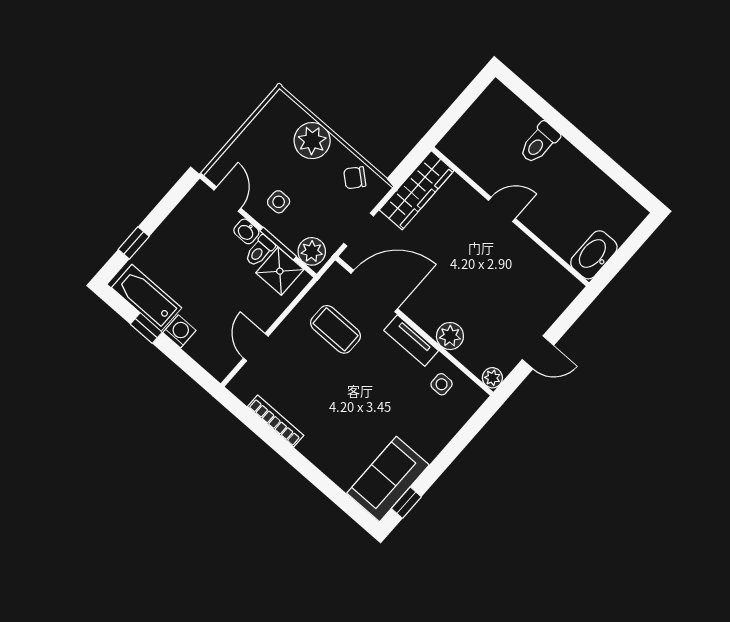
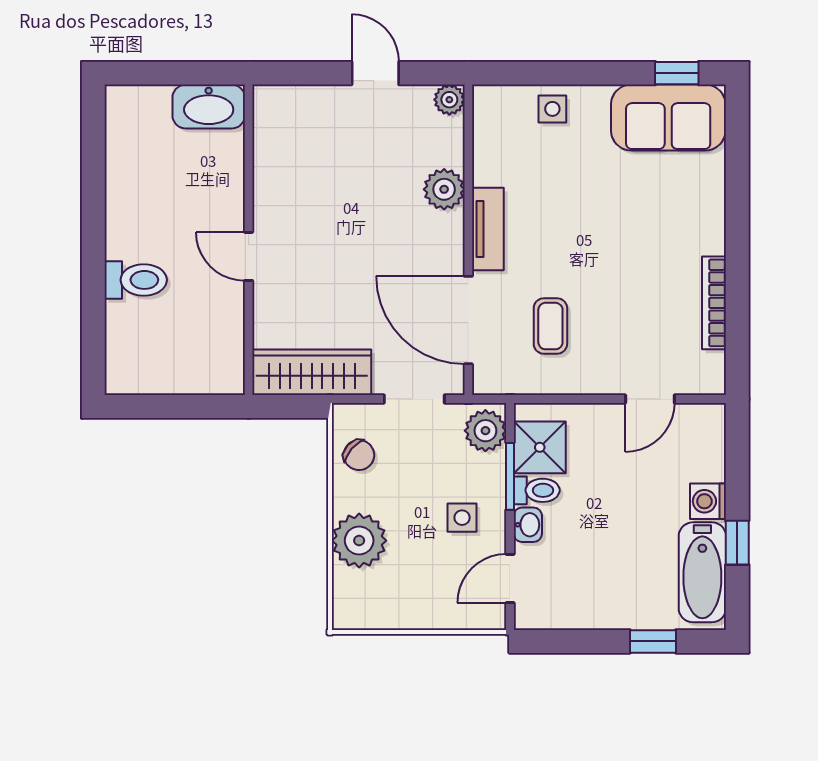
coffee table: (336, 329) -> (550, 326), width x0.73, depth x0.77
side table: (442, 384) -> (552, 109), moved

